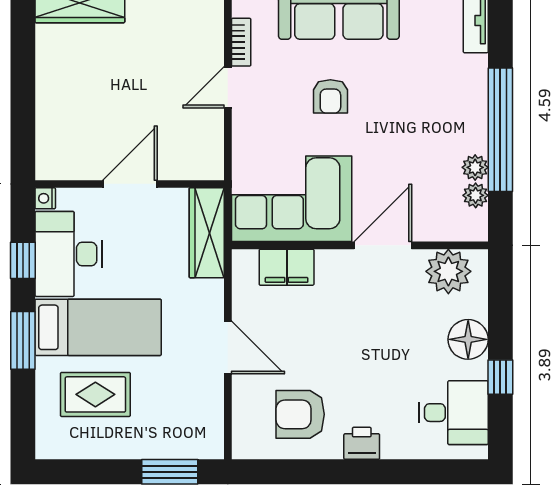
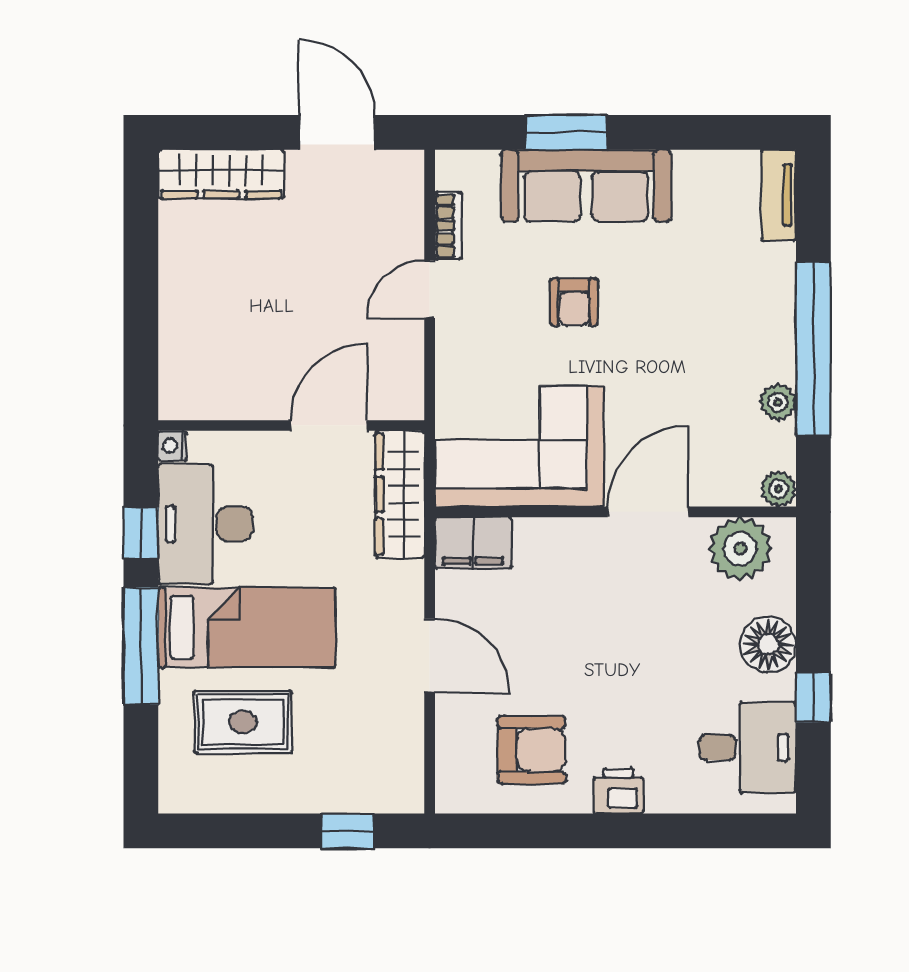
door: (130, 184) -> (329, 425), moved
plant: (476, 195) -> (779, 489), moved
filing cabinet: (287, 267) -> (473, 543), moved
window: (23, 340) -> (141, 646), width x1.44
armchair: (300, 414) -> (532, 750), turned 180
window: (170, 472) -> (348, 831), width x0.67

